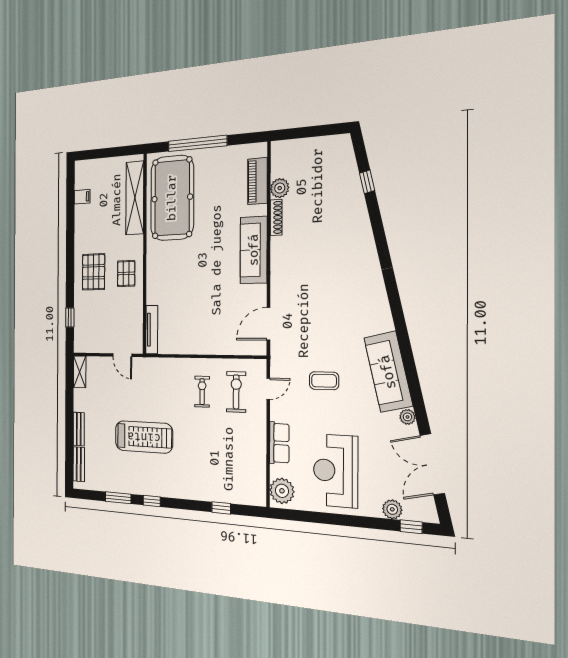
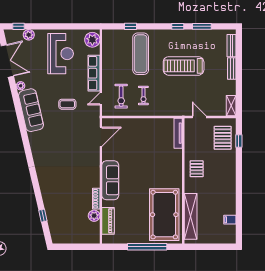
pallet: (94, 272) -> (223, 138), moved
row of seats: (279, 443) -> (94, 73), width x1.48
exercise mat: (206, 461) -> (141, 54), added

